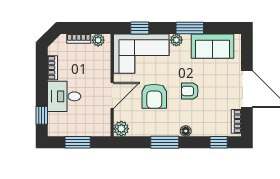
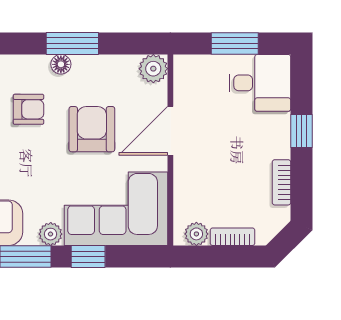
window: (140, 28) -> (88, 257), moved
armchair: (190, 91) -> (28, 109), moved
desk: (64, 96) -> (260, 83), moved
window: (42, 115) -> (301, 131), moved
floor lamp: (186, 131) -> (61, 64), moved

